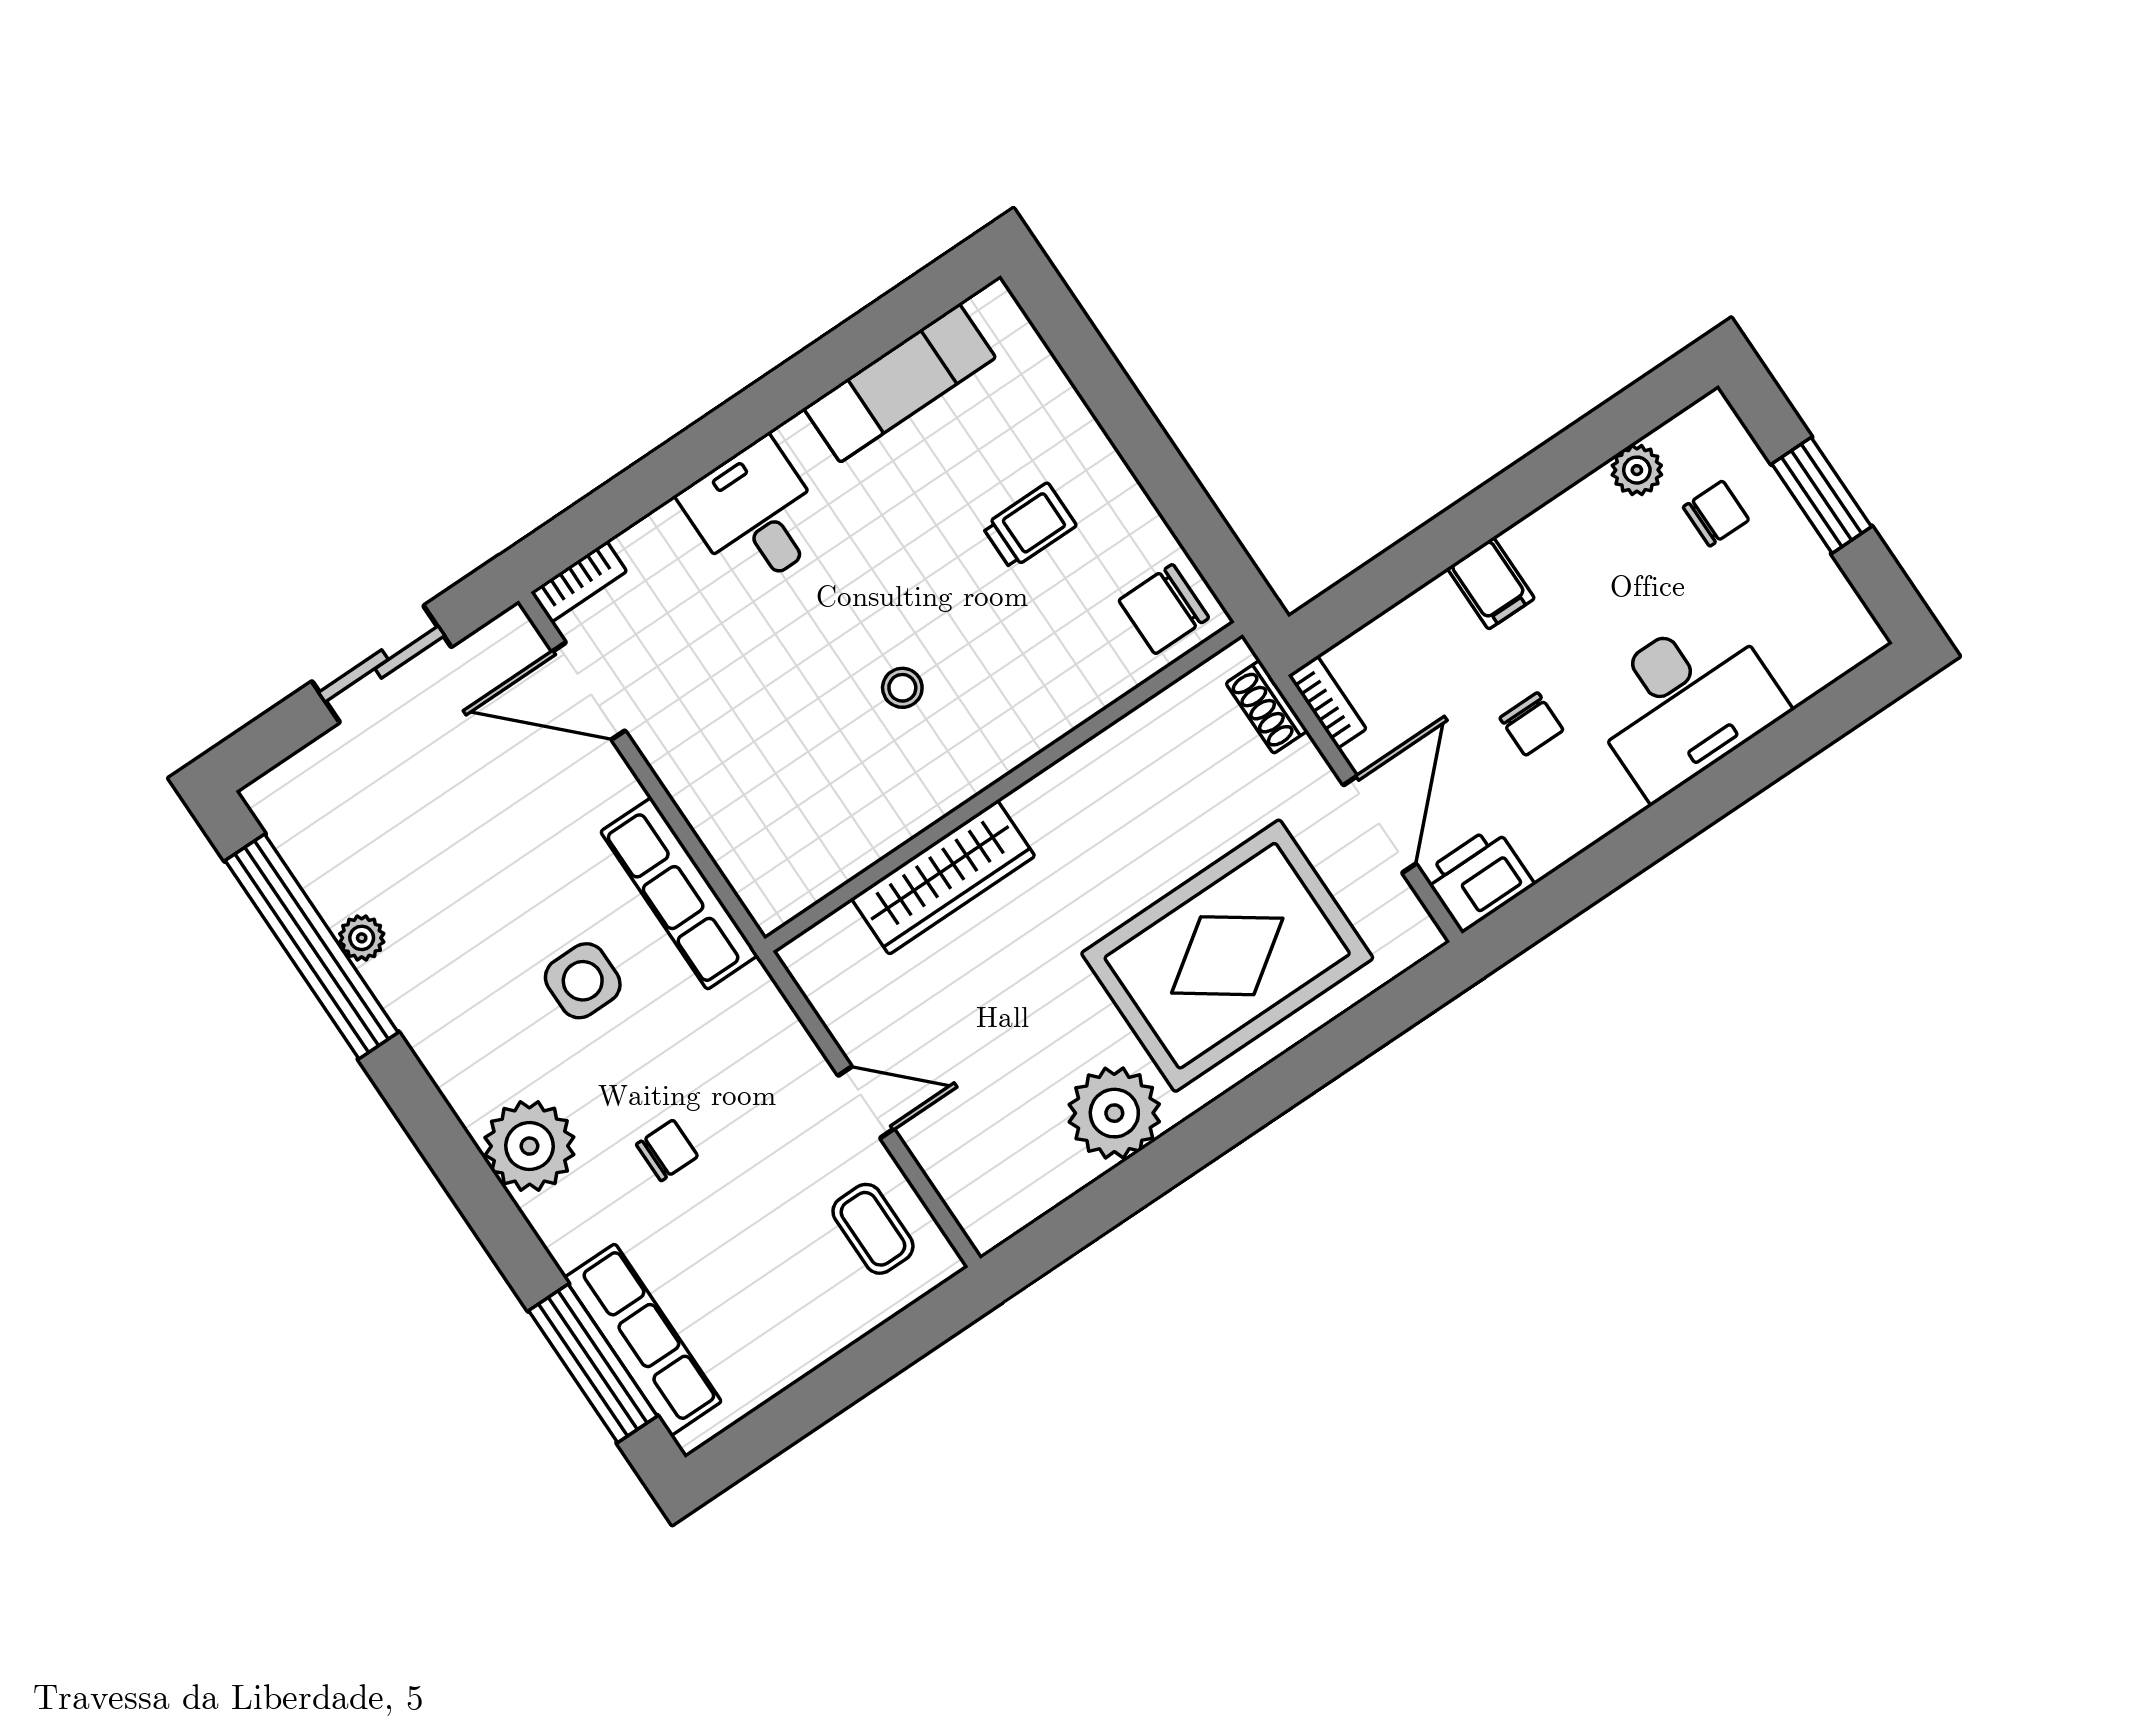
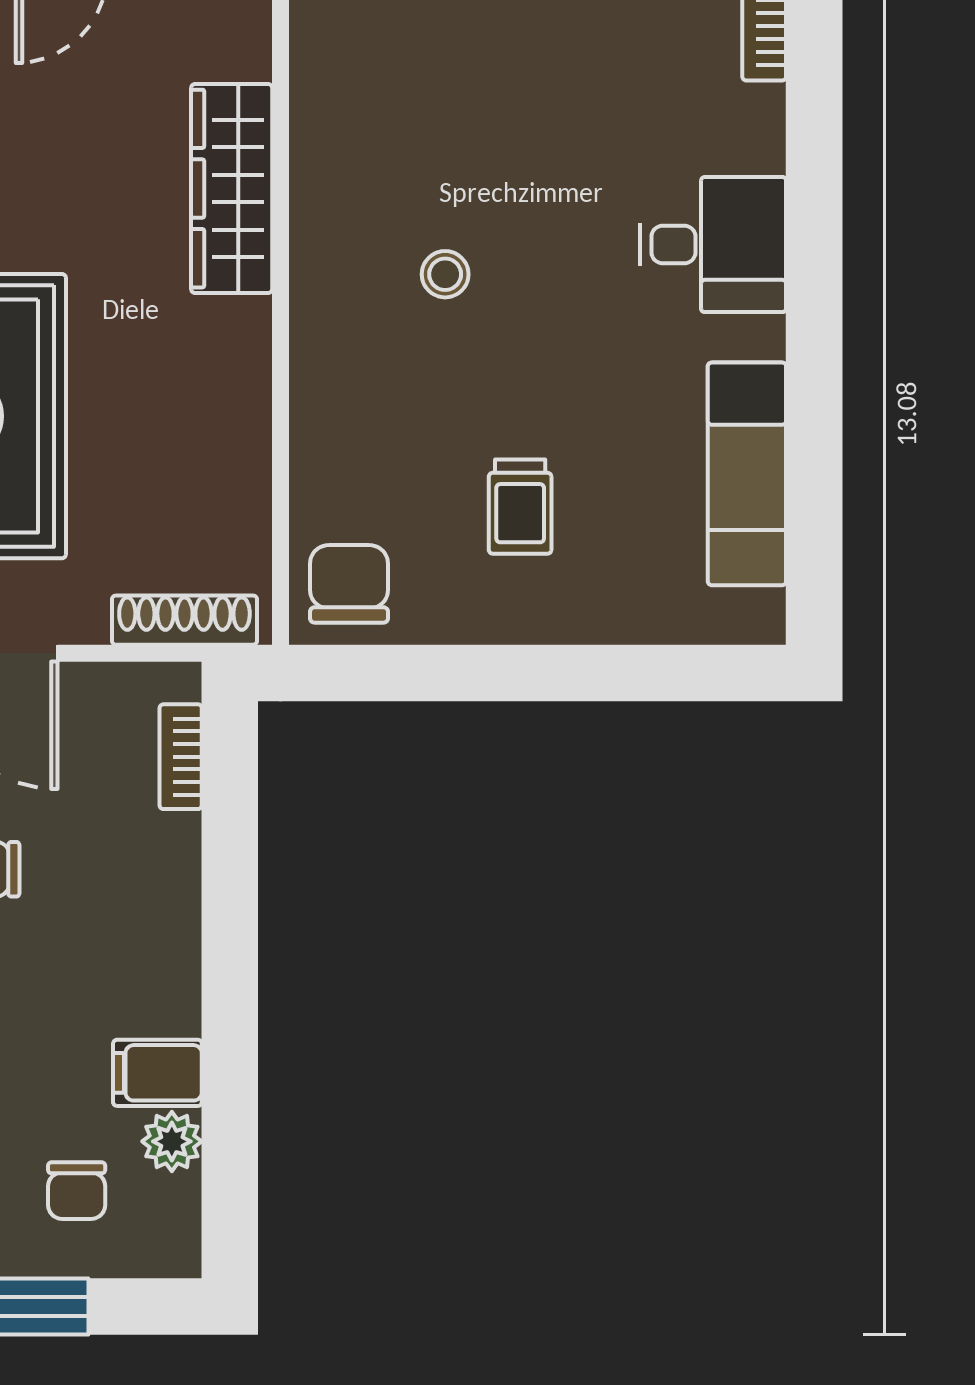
filing cabinet: (1491, 583) -> (157, 1073), moved
bookcase: (1327, 702) -> (181, 757), moved, turned 90
shoe rack: (1267, 707) -> (184, 620), width x1.43

